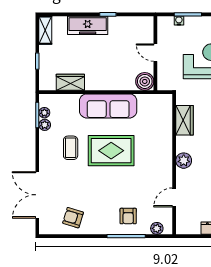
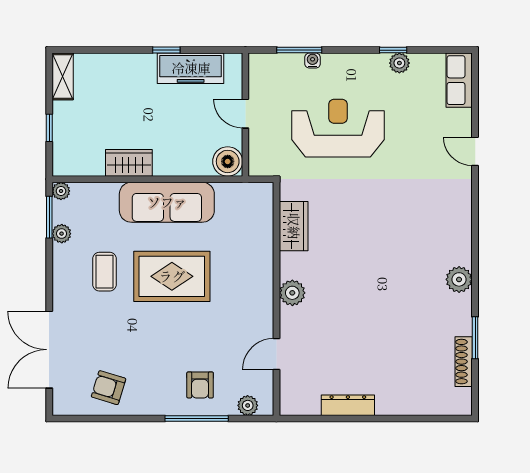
water cooler: (179, 21) -> (313, 61), moved
freezer: (88, 25) -> (191, 68), moved
wardrobe: (70, 82) -> (129, 163), moved
plant: (44, 113) -> (61, 191), moved

